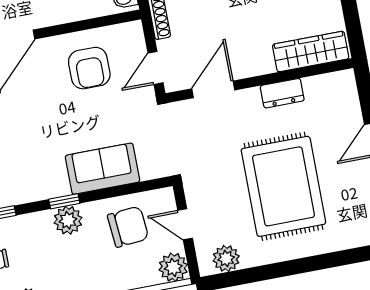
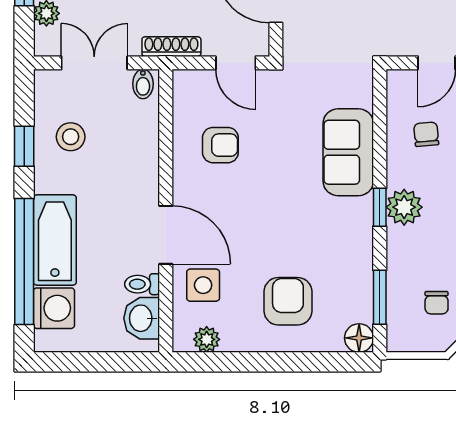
armchair: (89, 68) -> (220, 145), width x0.72, depth x0.72
chair: (128, 227) -> (426, 134), width x0.54, depth x0.54

